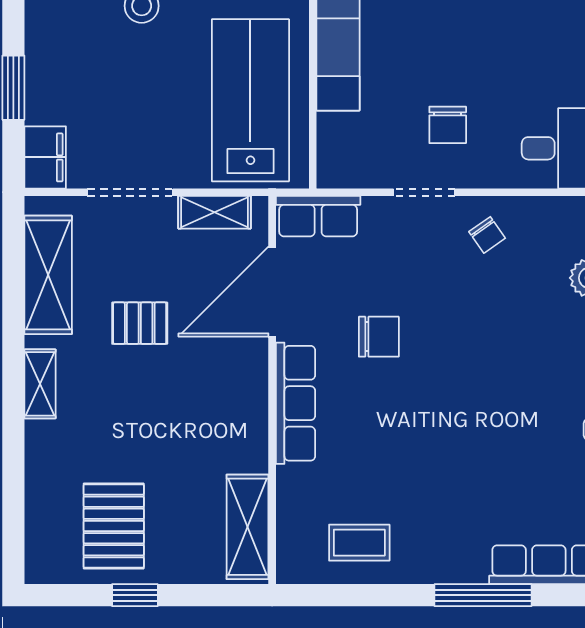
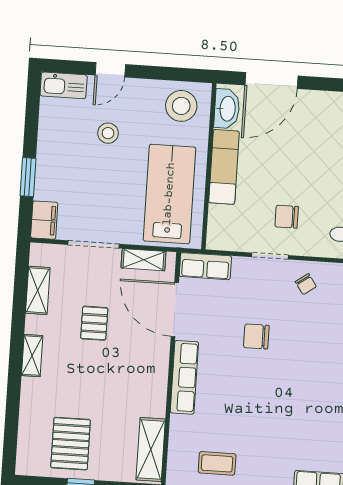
chair: (448, 125) -> (287, 217), turned 90
shelving: (48, 275) -> (38, 290), width x0.67, depth x0.75
door: (272, 292) -> (175, 310), hinge flipped
pallet: (140, 323) -> (94, 323), turned 90
chair: (379, 337) -> (256, 336), moved, turned 180

